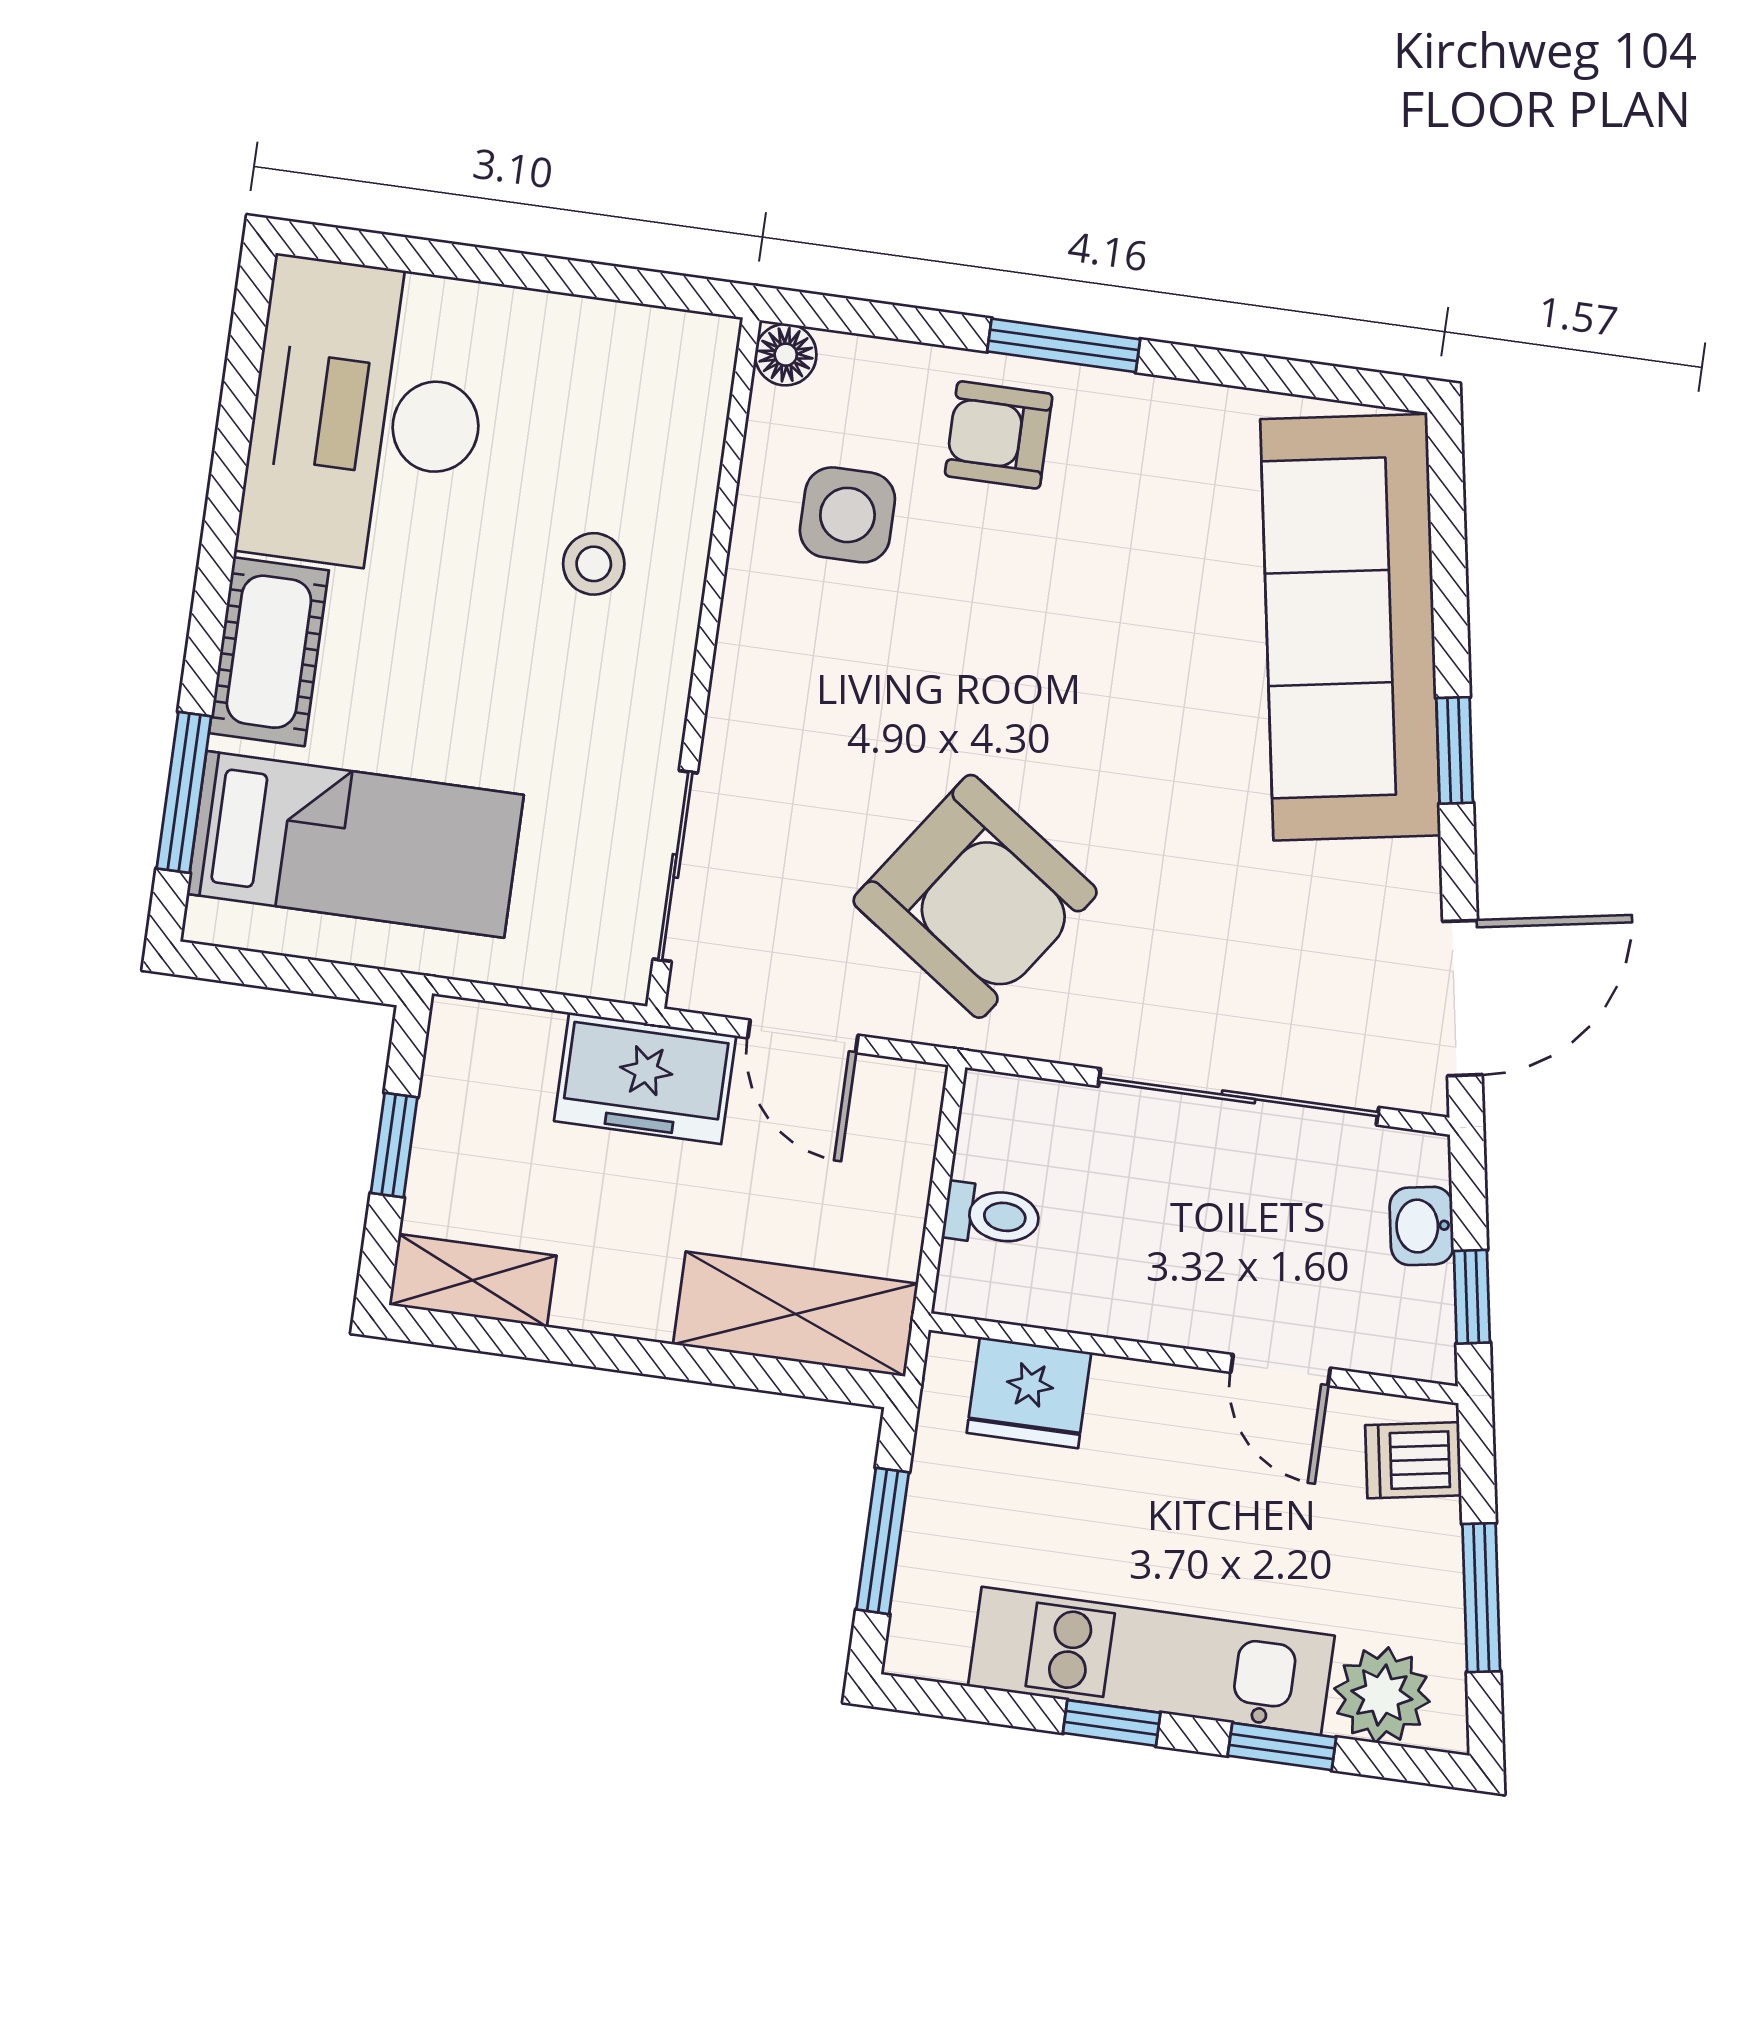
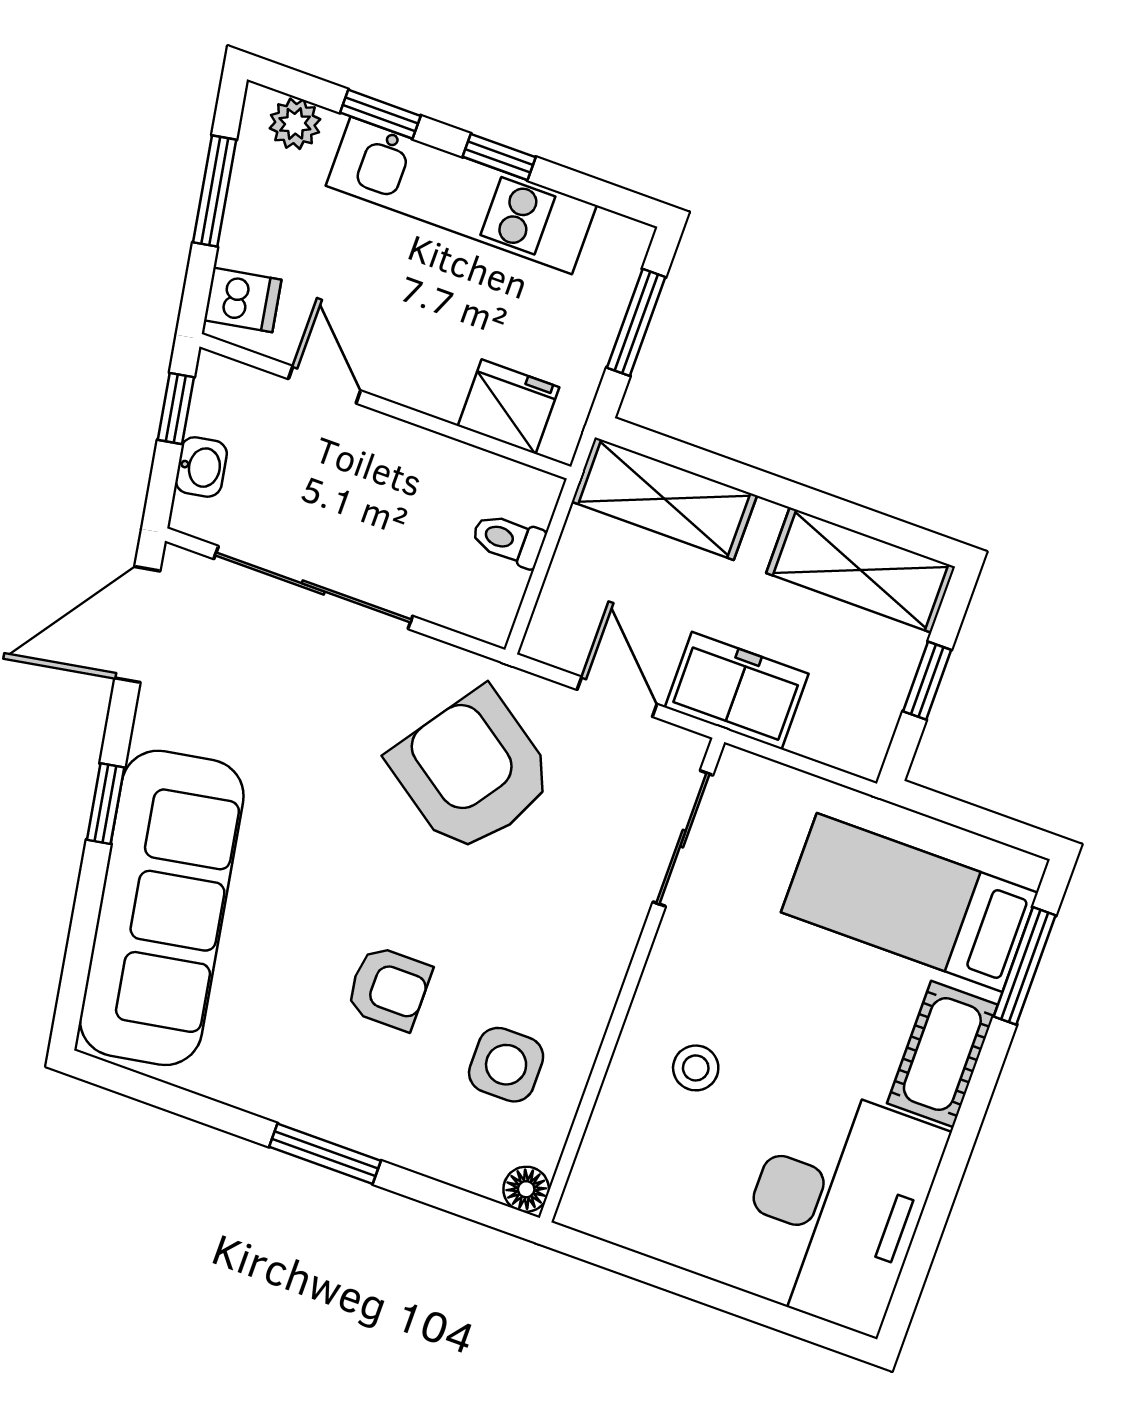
armchair: (999, 435) -> (389, 988), moved
shelving: (473, 1280) -> (861, 570), width x1.50, depth x1.33
plant: (1382, 1695) -> (295, 124), width x0.73, depth x0.73

